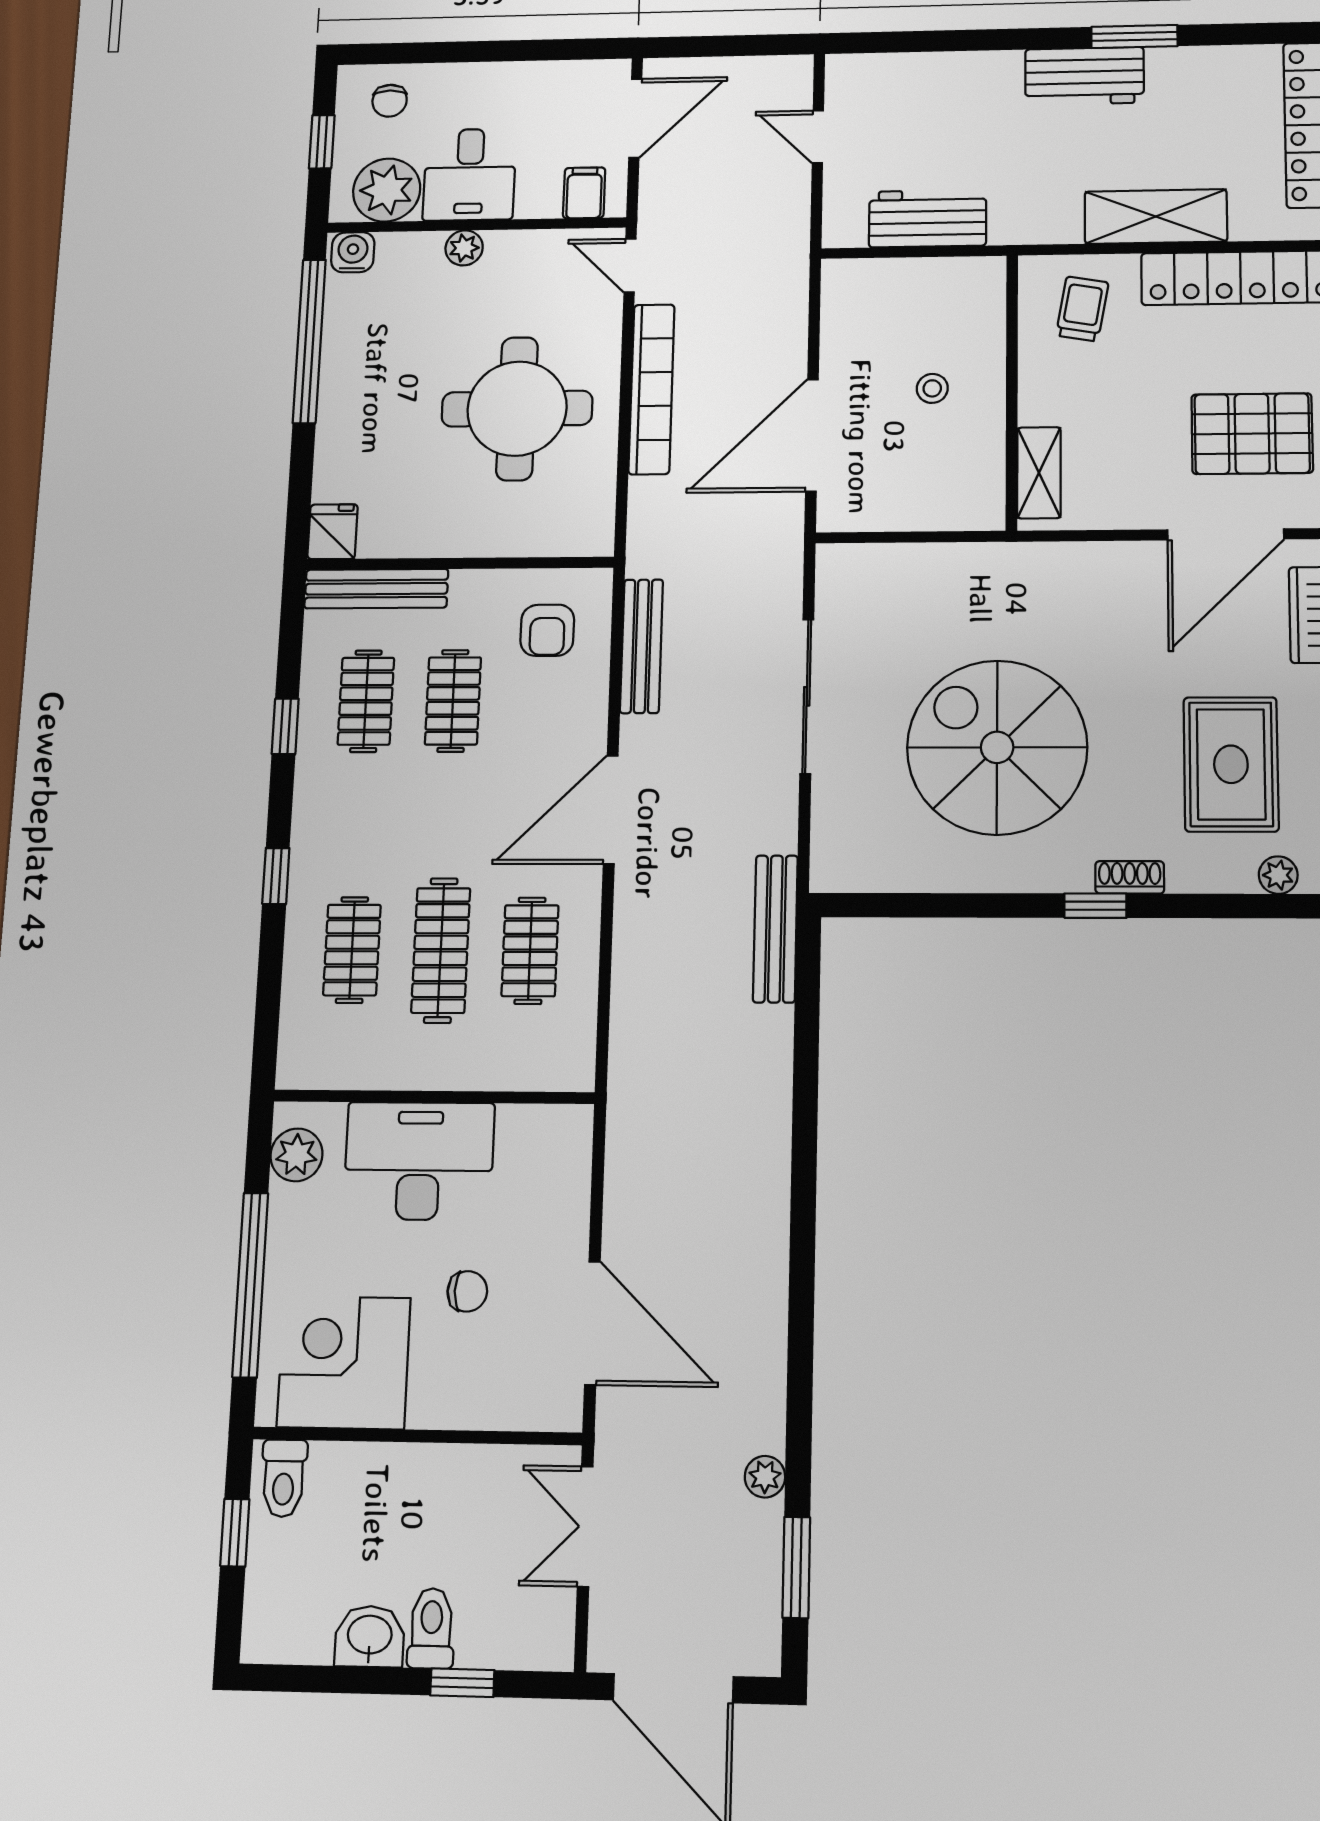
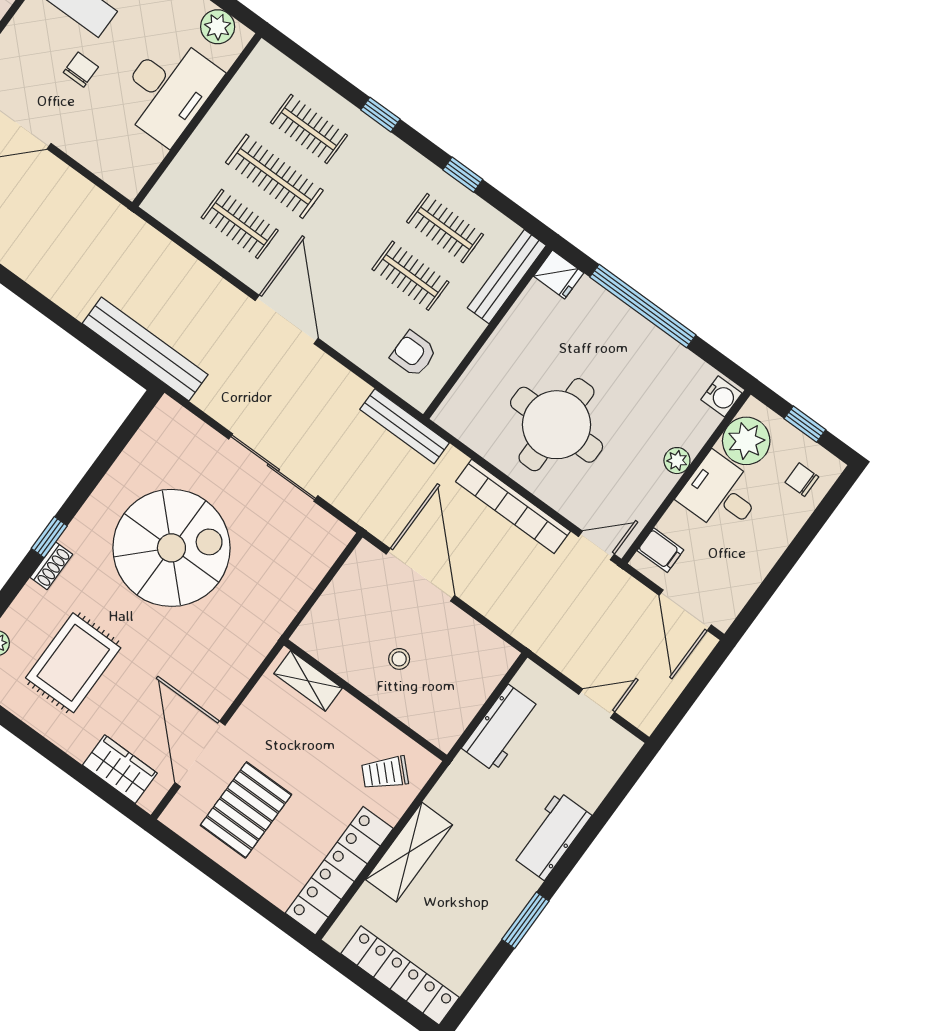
workbench: (1084, 76) -> (551, 836), moved
trolley: (1082, 309) -> (385, 773), turned 125
window: (309, 341) -> (643, 306), moved
bench: (641, 646) -> (405, 426), moved
rug: (1231, 764) -> (73, 663), turned 90
bench: (775, 929) -> (145, 349), width x1.37, depth x1.21
chair: (467, 1291) -> (81, 70), turned 180

